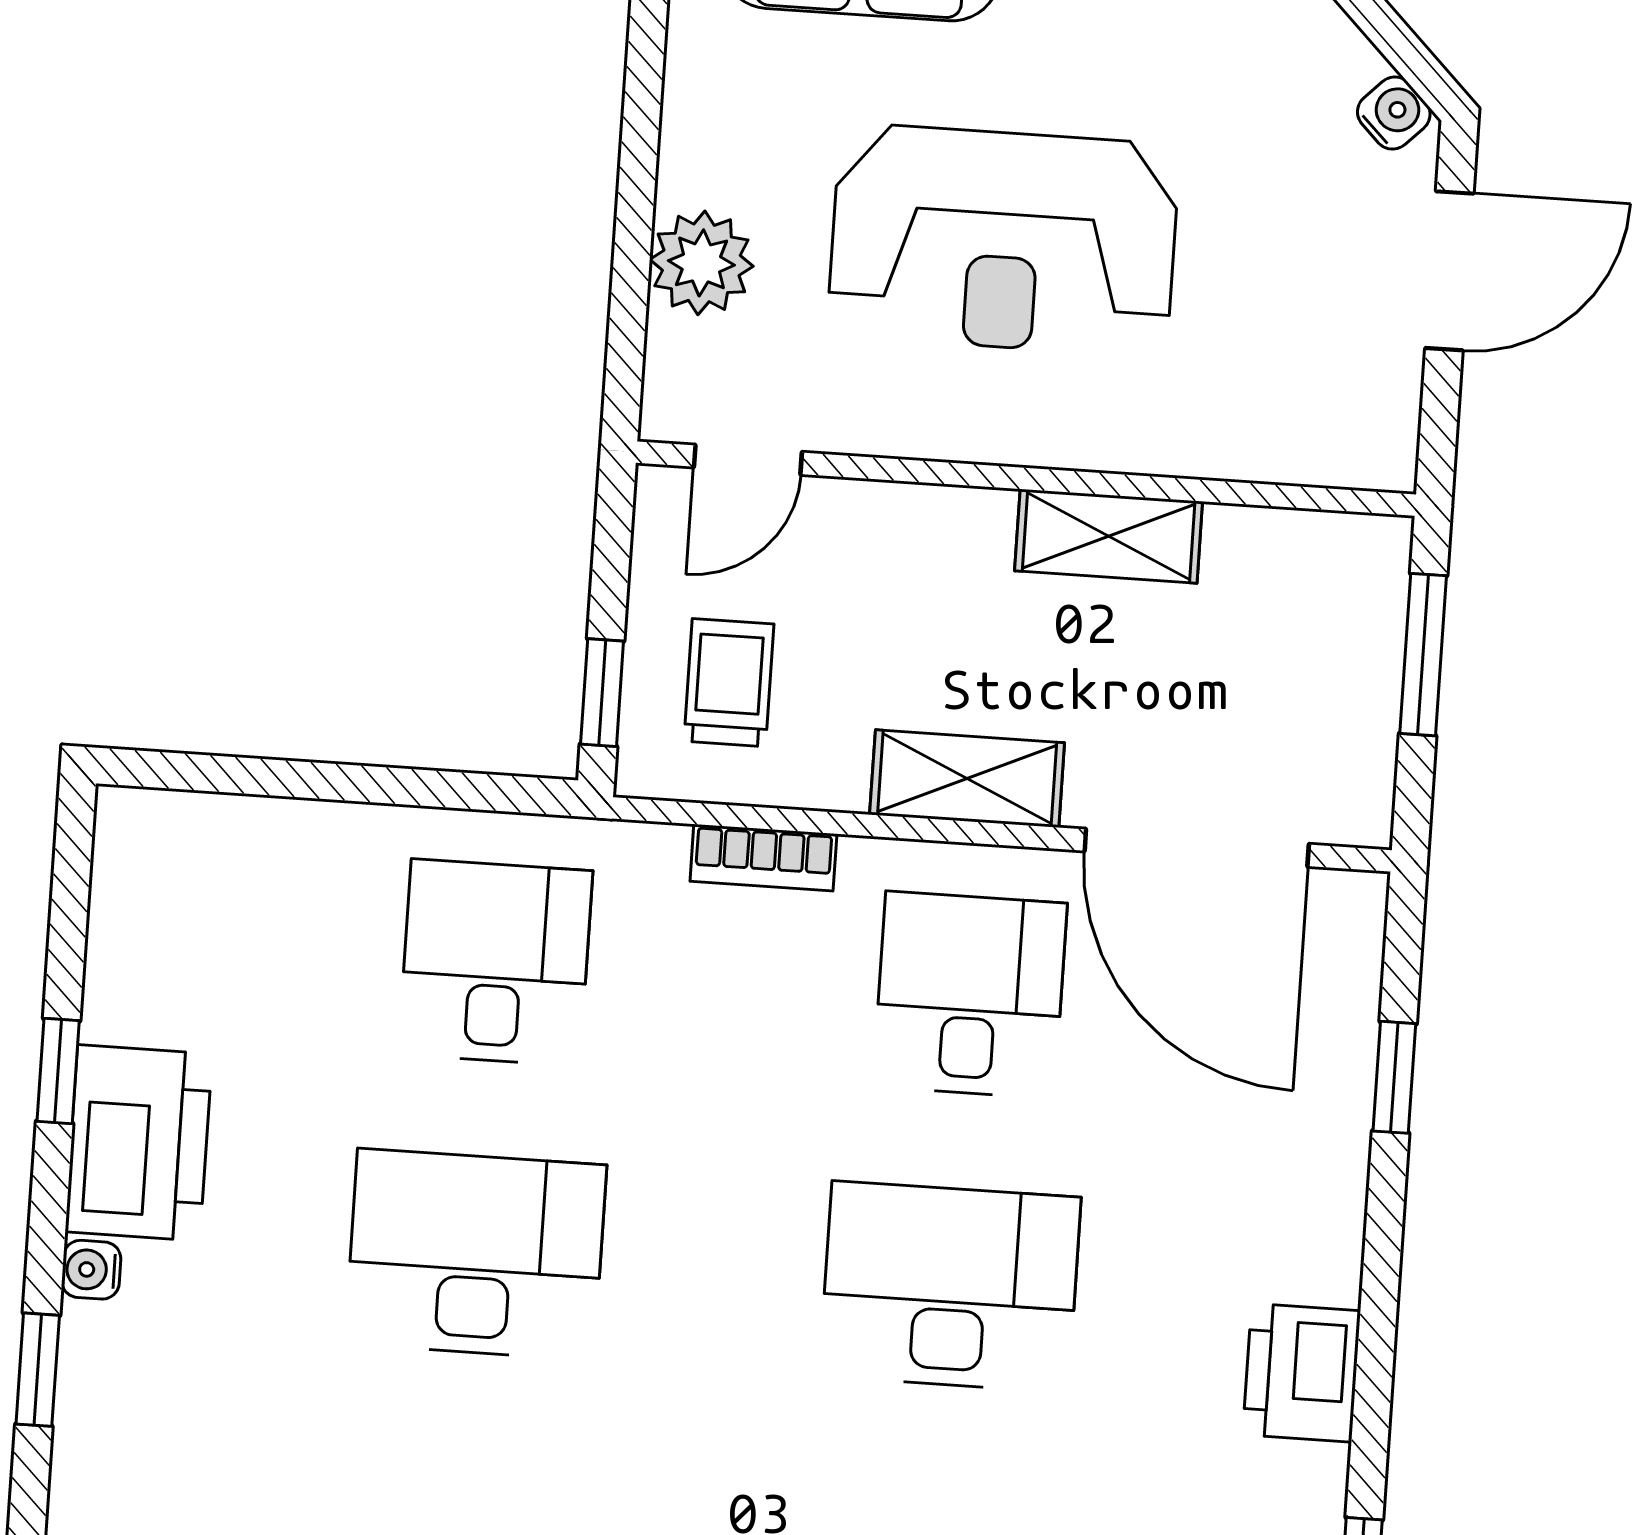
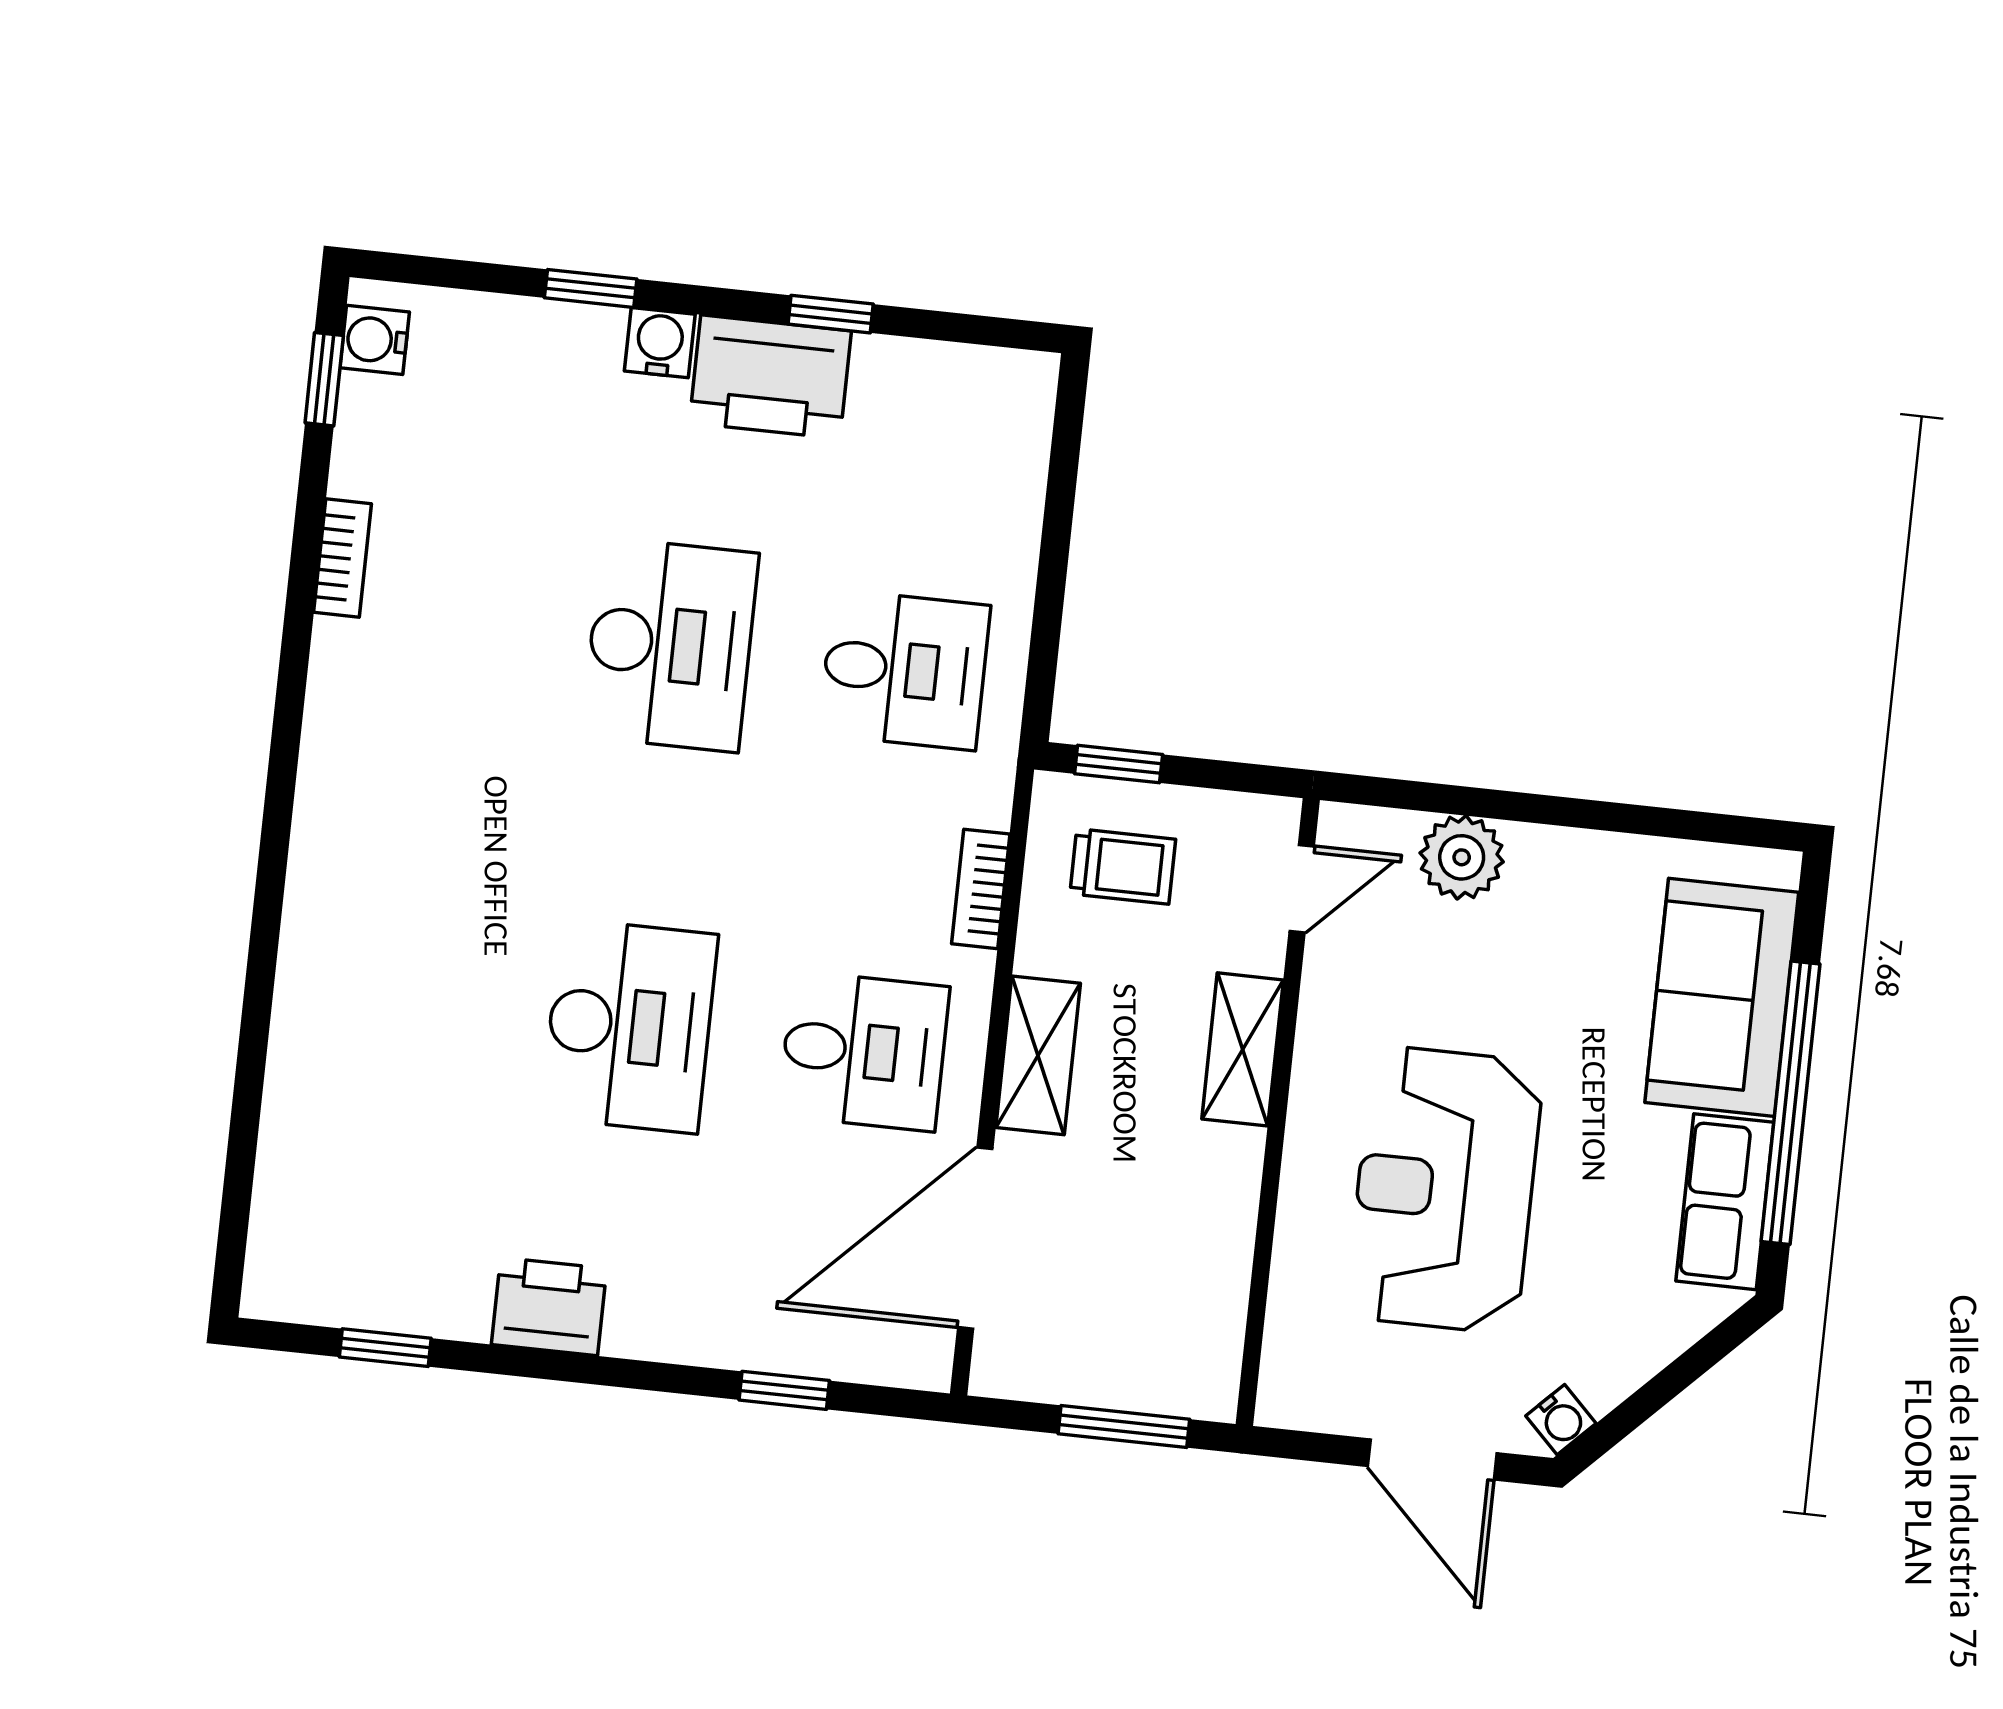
reception desk: (1004, 240) -> (1445, 1190), moved
door: (748, 460) -> (1302, 889), swing flipped
shelving: (1109, 536) -> (1243, 1049), moved
water cooler: (91, 1270) -> (660, 343), width x1.38, depth x1.38

